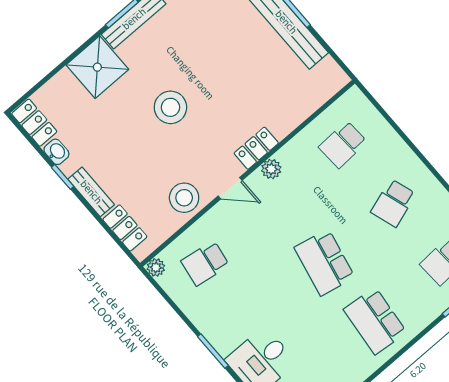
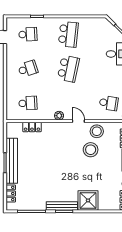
stool: (170, 107) -> (91, 150), moved
locker: (256, 148) -> (32, 127), moved

